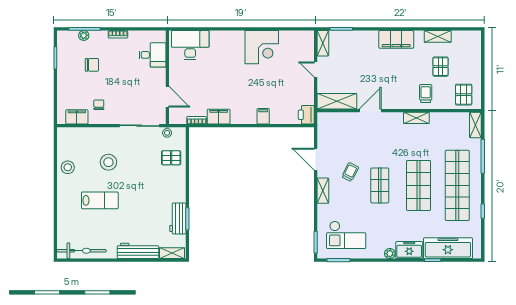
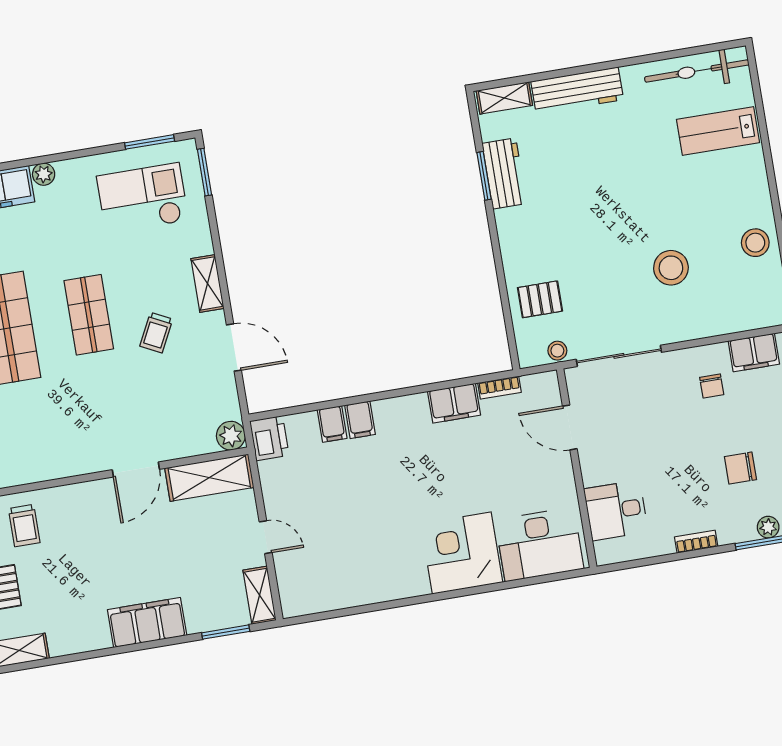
filing cabinet: (396, 39) -> (147, 622), moved
corner desk: (262, 47) -> (462, 553), moved
filing cabinet: (276, 116) -> (332, 424), added
shelving: (416, 118) -> (35, 471), removed
plant: (324, 119) -> (231, 436), added
lab bench: (100, 200) -> (718, 131), moved

